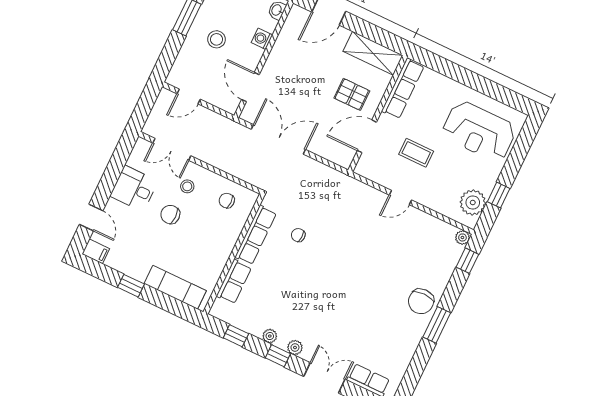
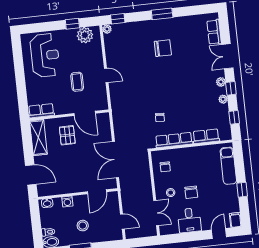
row of seats: (403, 88) -> (41, 111), width x0.68
chair: (421, 301) -> (163, 48), moved

